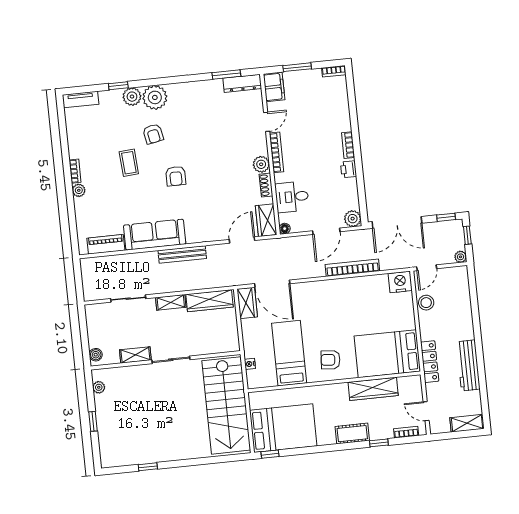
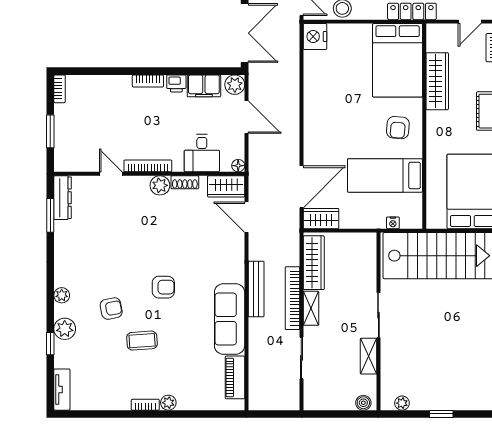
filing cabinet: (274, 87) -> (204, 86), moved, turned 180
plant: (155, 97) -> (62, 295), width x0.53, depth x0.53
bookcase: (352, 268) -> (292, 298), moved

